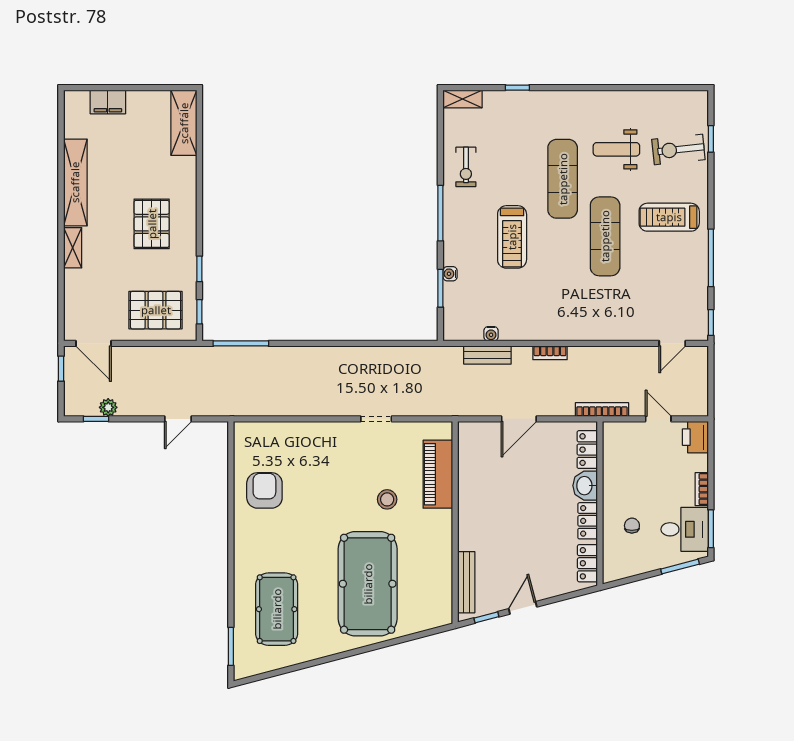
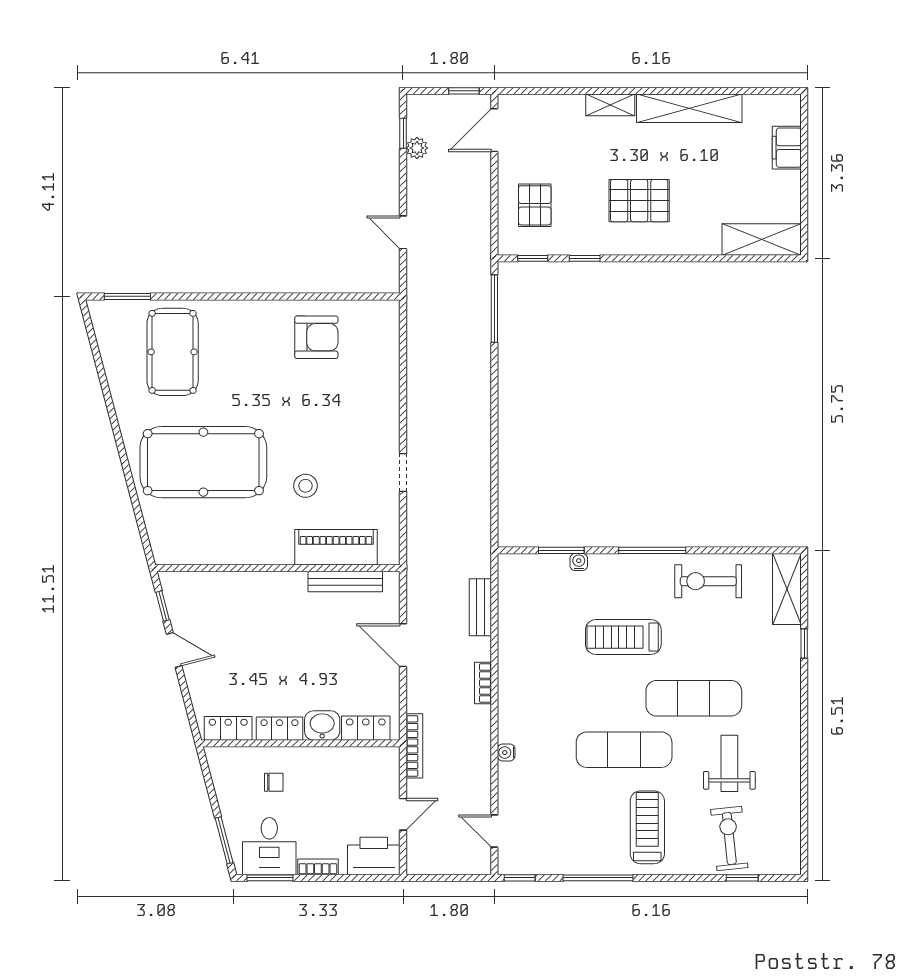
shelving: (463, 99) -> (787, 589), width x1.50, depth x1.33
exercise bike: (466, 167) -> (708, 581), width x1.38, depth x1.39
pallet: (156, 310) -> (535, 205), width x0.67, depth x0.71
water cooler: (491, 334) -> (506, 753), moved
printer: (695, 437) -> (374, 856), width x1.37, depth x1.19
bench: (466, 582) -> (345, 582), moved
pool table: (277, 609) -> (173, 352), turned 90

